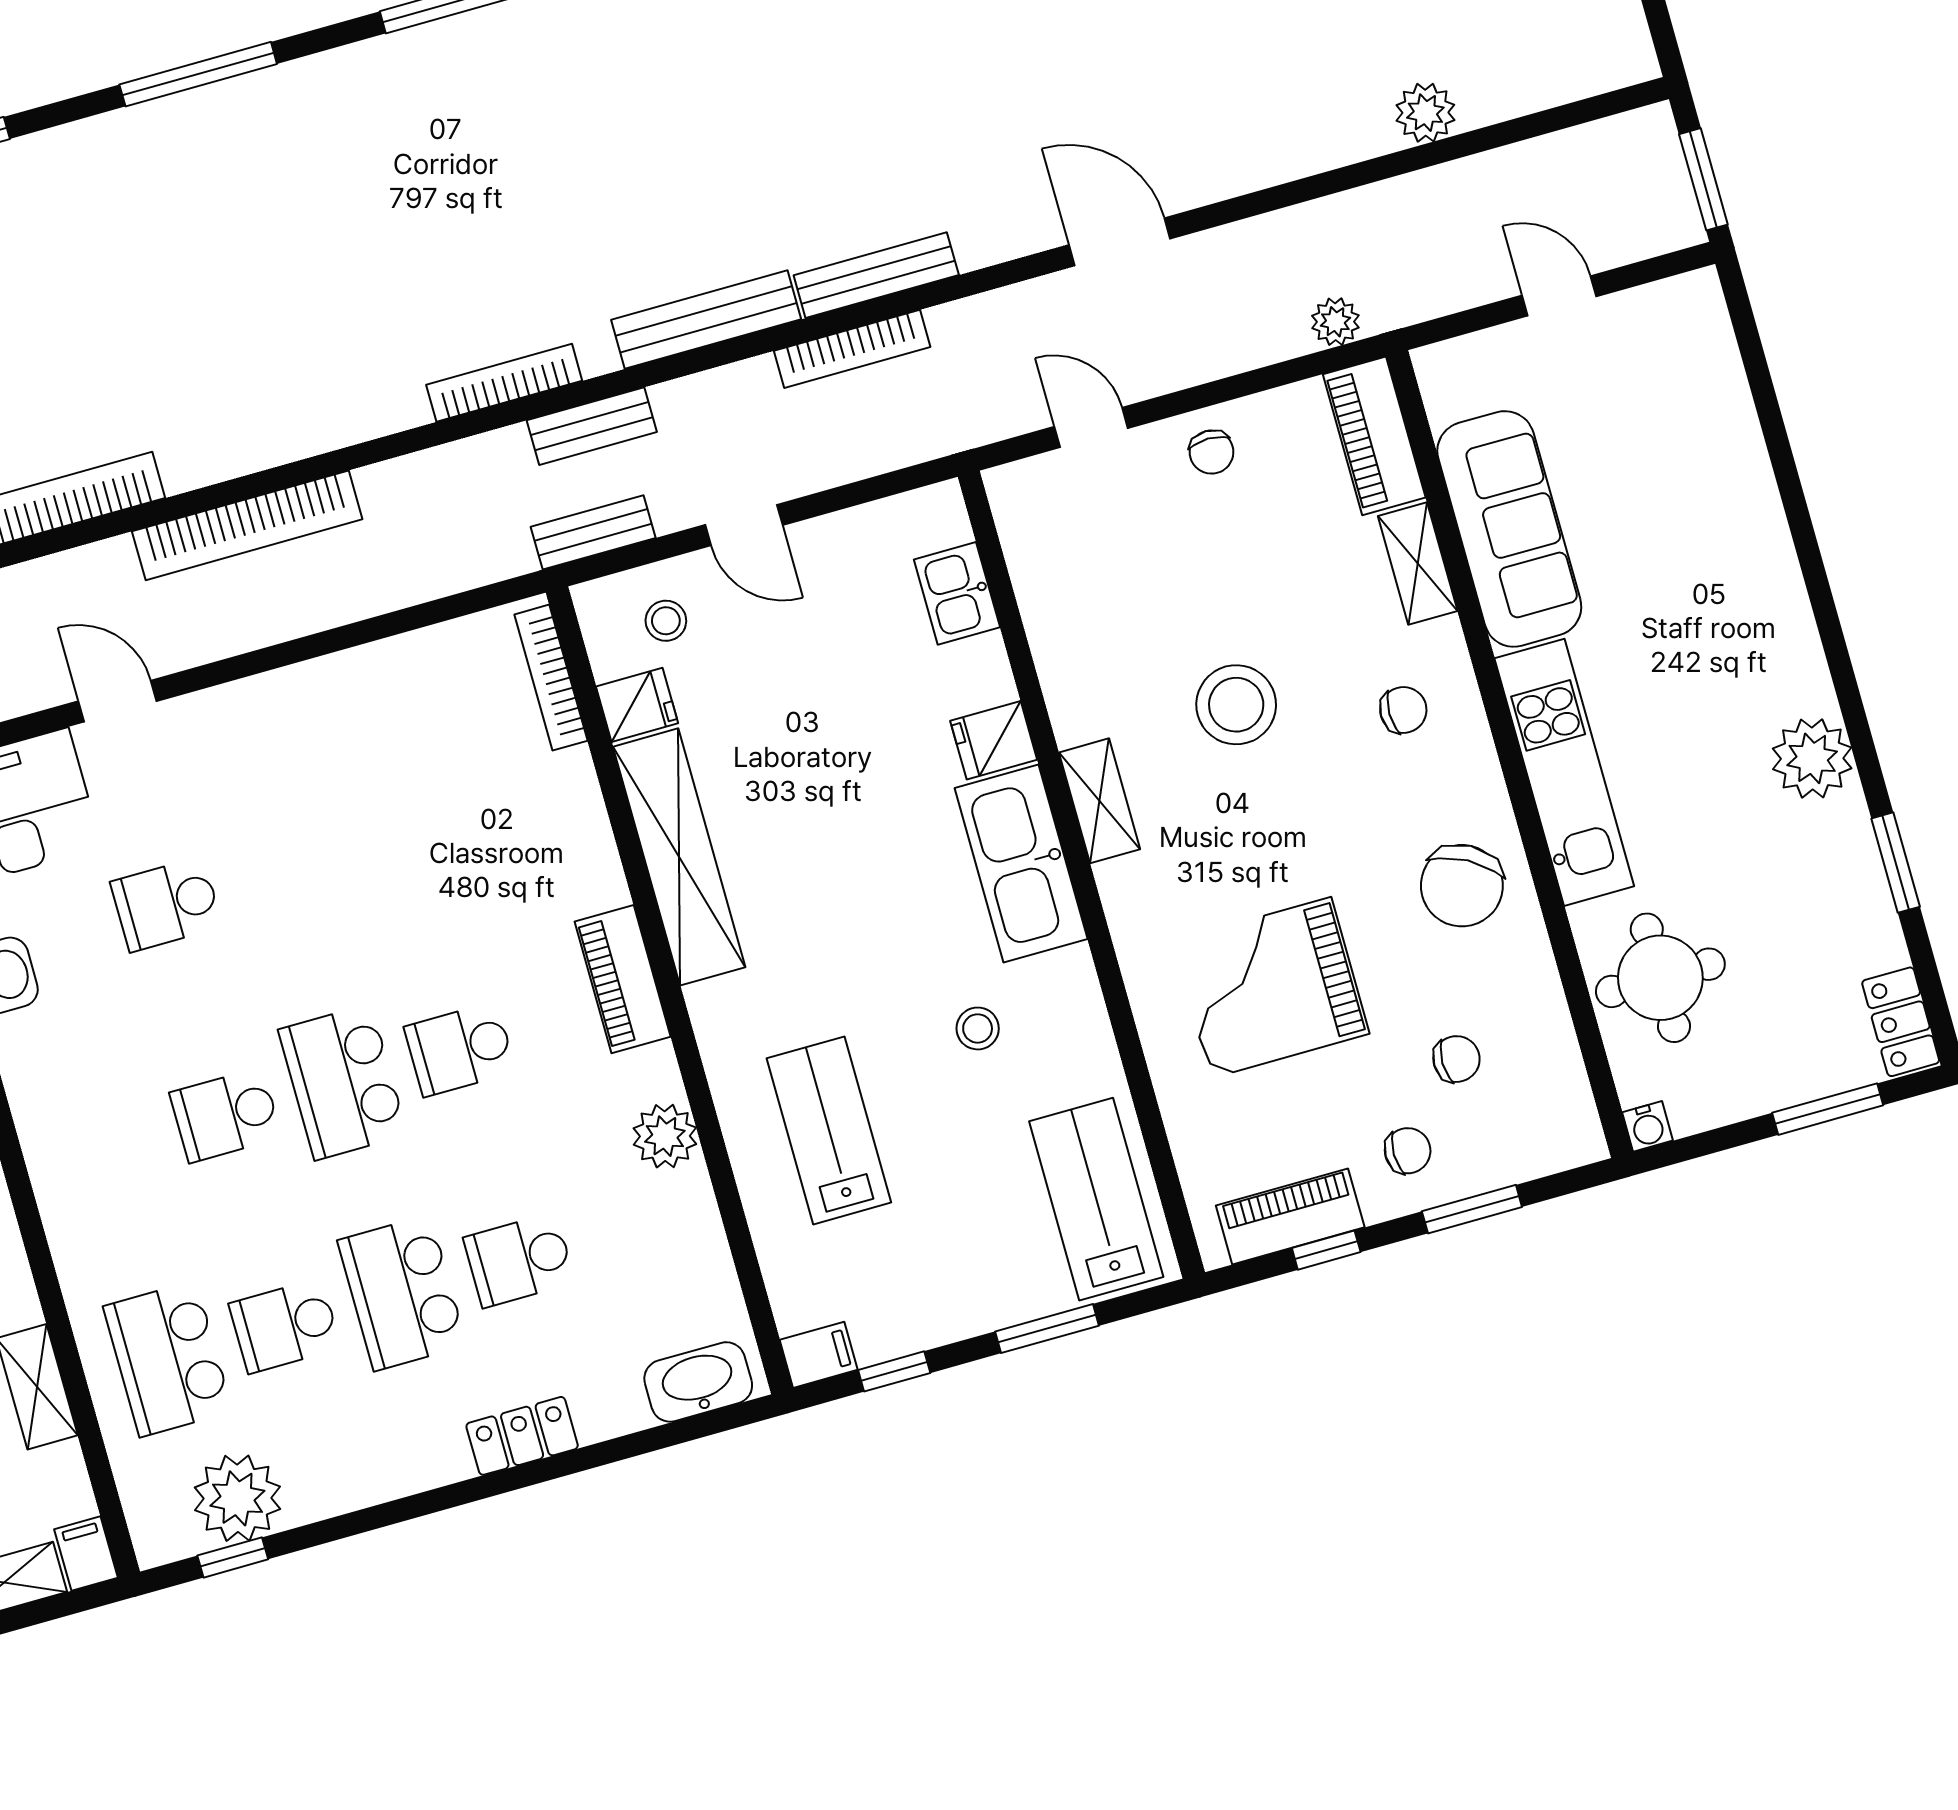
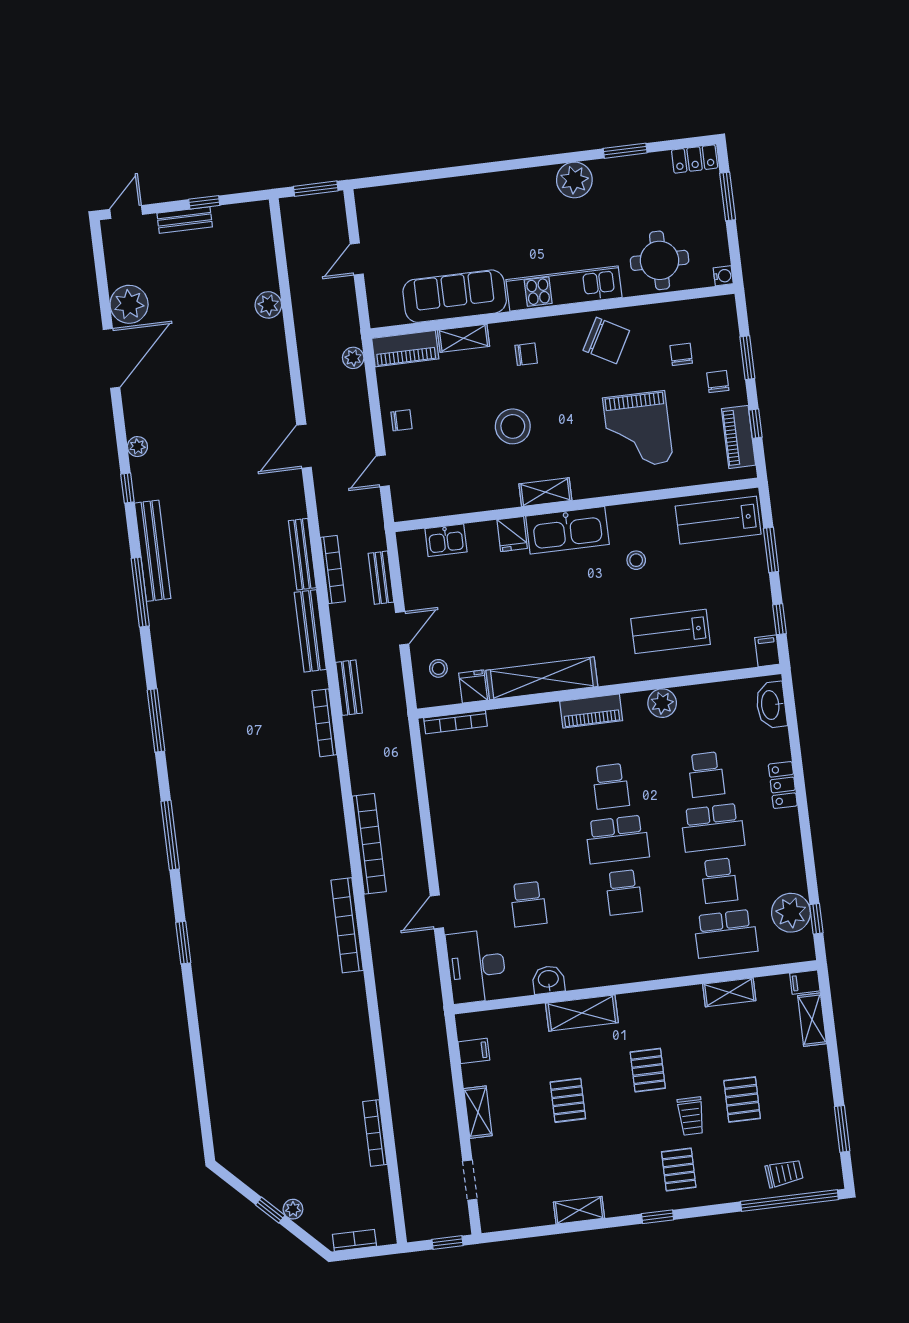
bench: (593, 532) -> (381, 578), moved
chair: (1403, 710) -> (526, 354), turned 90

